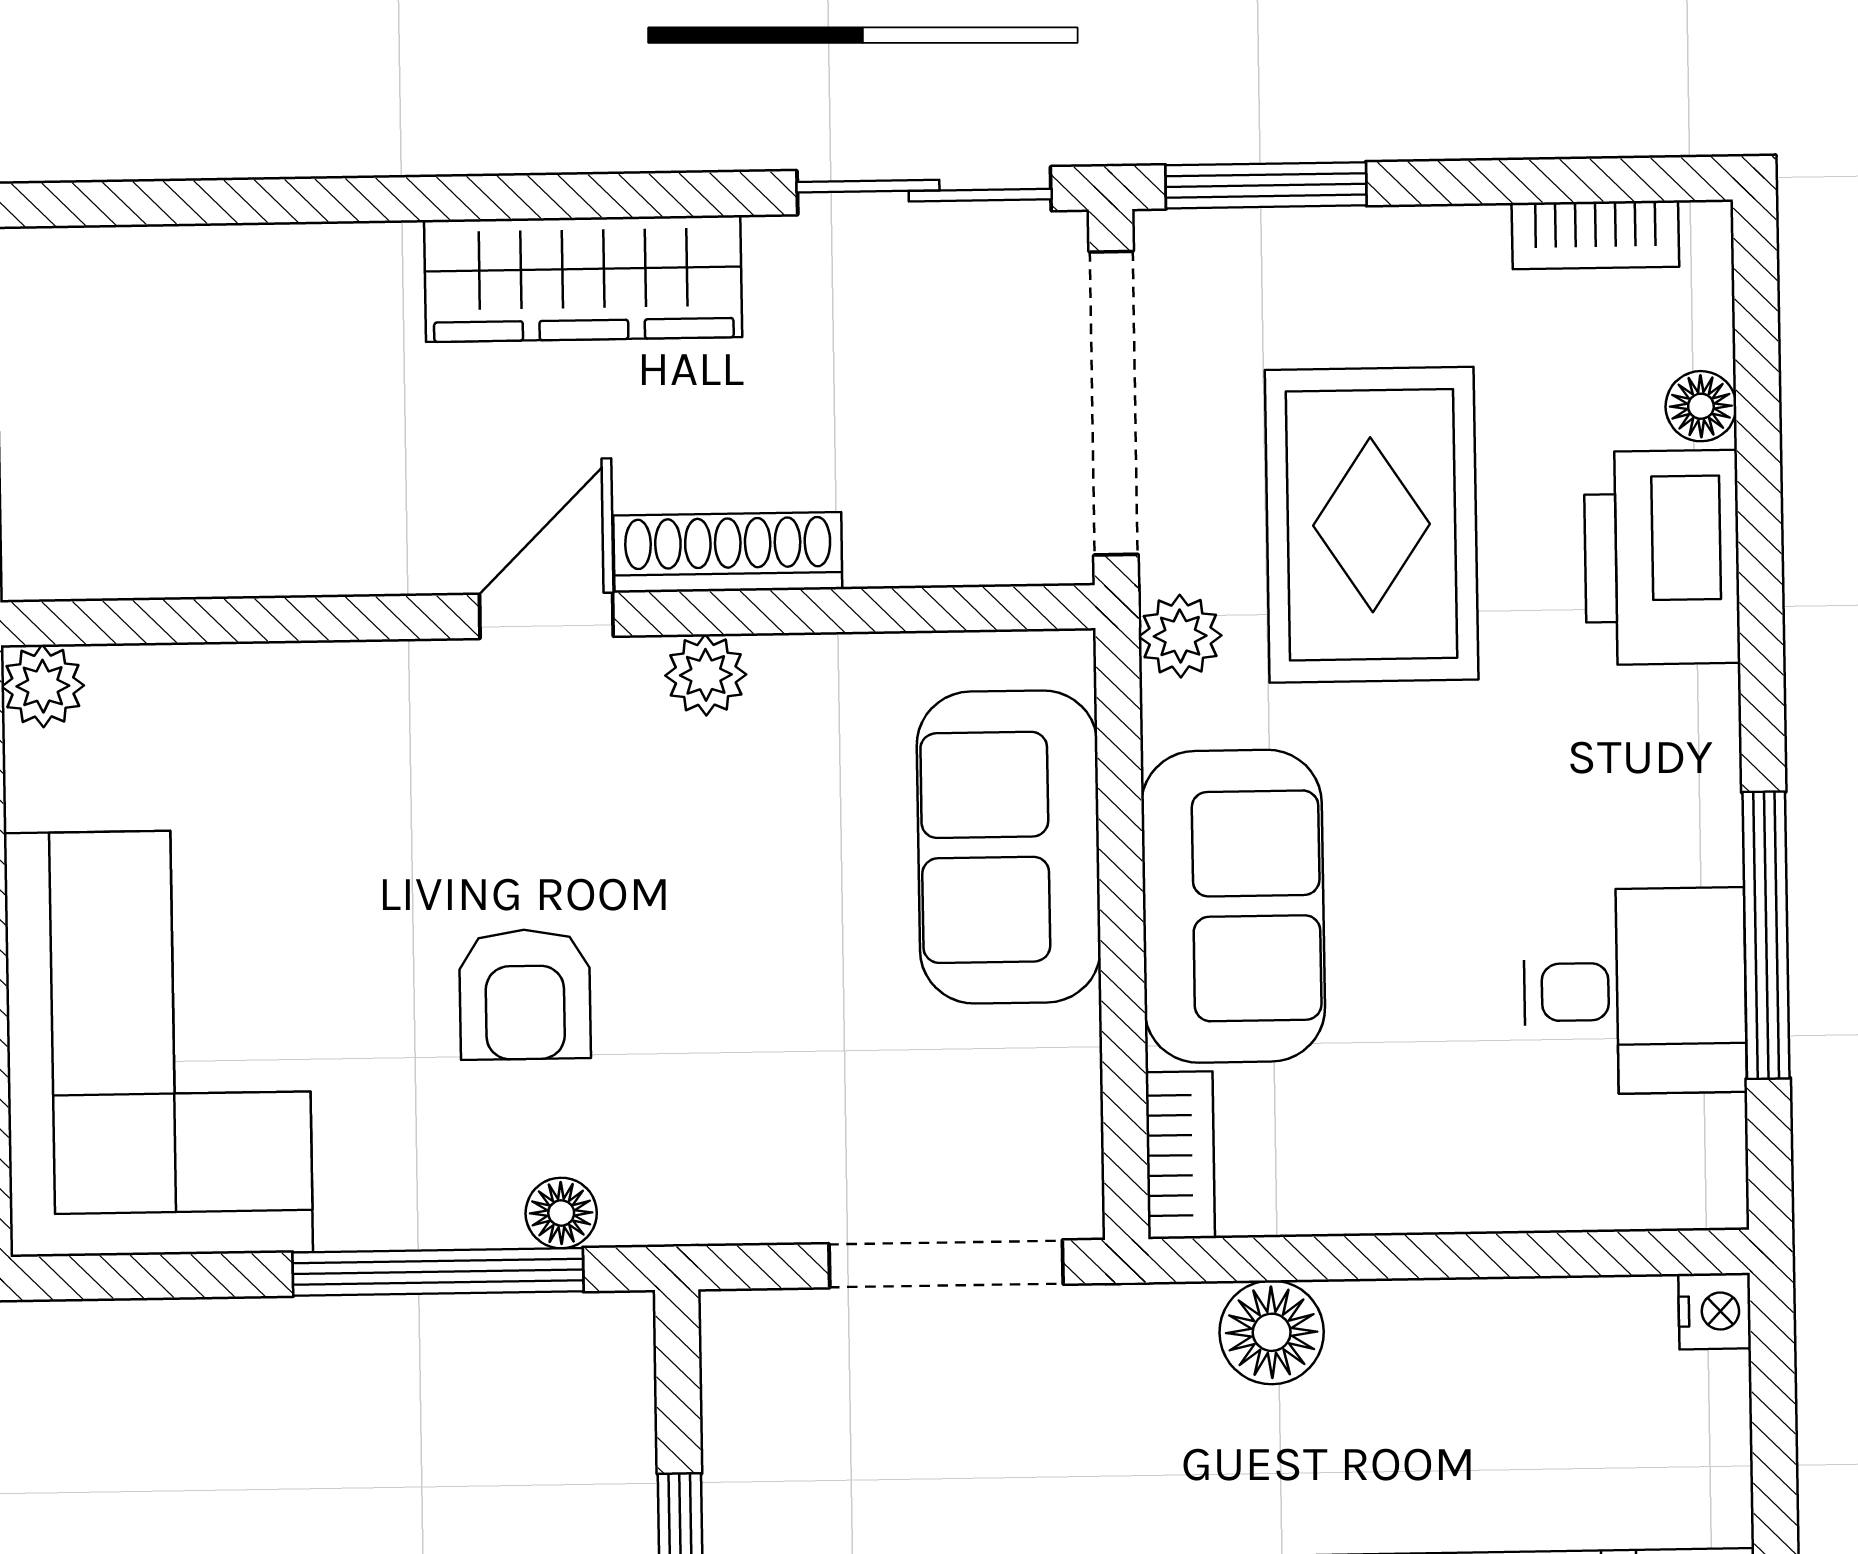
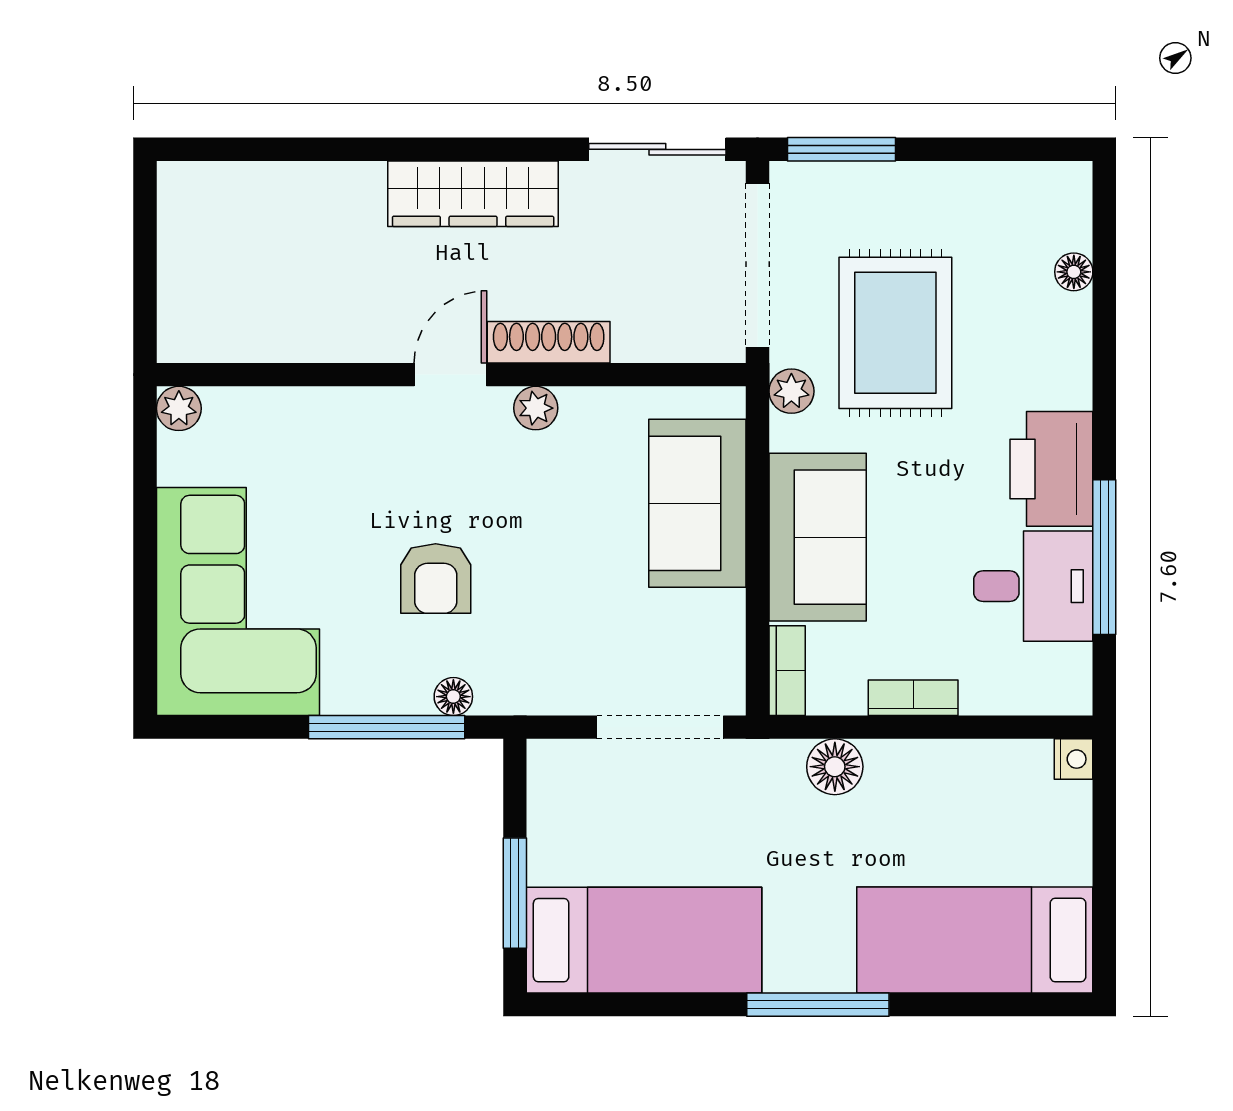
bookcase: (1595, 235) -> (913, 698), moved, turned 180
printer: (1662, 557) -> (1051, 469), moved

